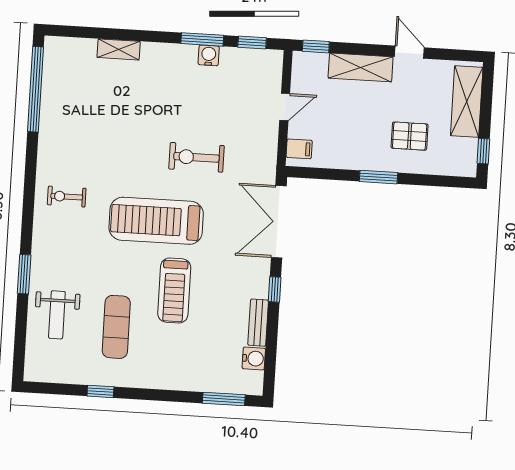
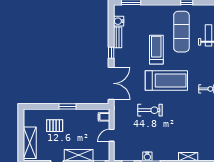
window: (483, 151) -> (21, 121), removed
exercise mat: (116, 327) -> (181, 32), width x1.36, depth x1.45

